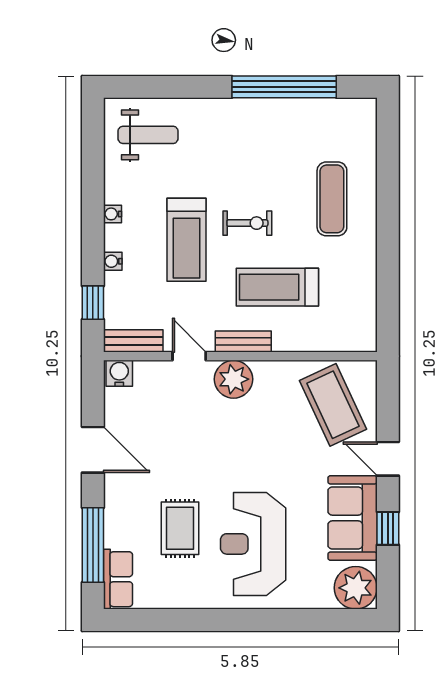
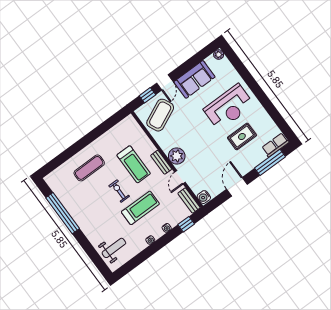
weight bench: (148, 135) -> (114, 248), turned 90
window: (388, 528) -> (147, 95), moved
plant: (356, 588) -> (219, 55), width x0.53, depth x0.53

